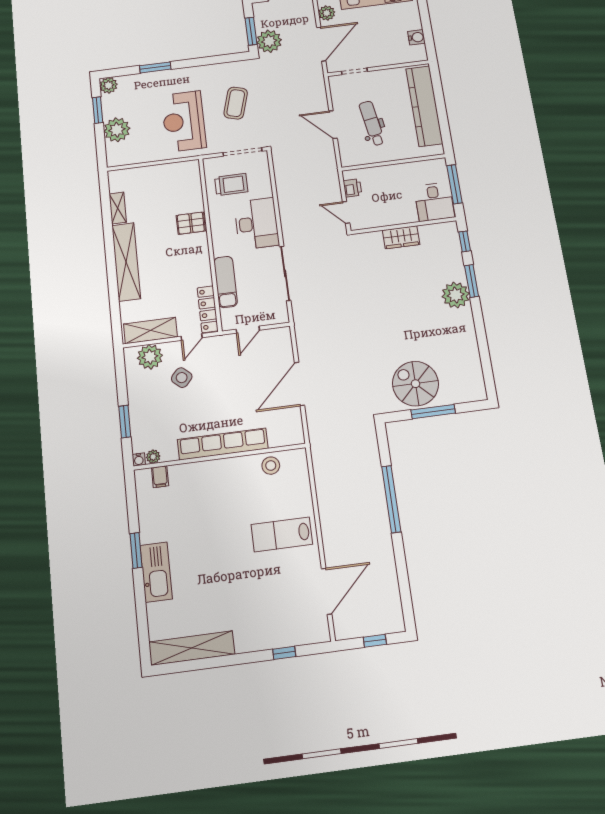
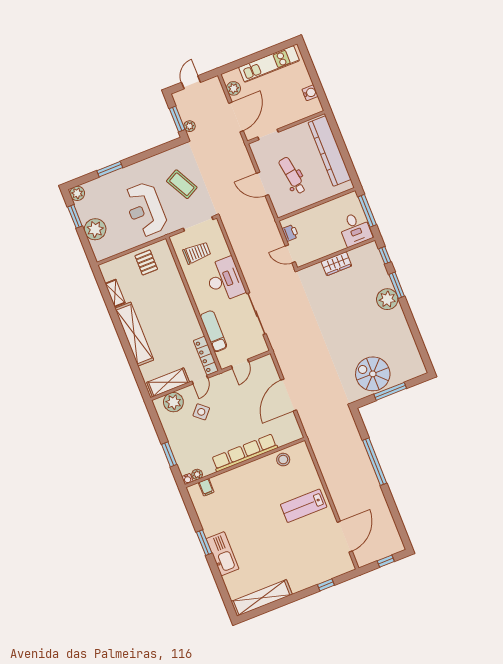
plant: (269, 41) -> (190, 126), width x0.53, depth x0.53
coffee table: (236, 103) -> (182, 184), turned -44
pallet: (191, 223) -> (146, 262), moved, turned 90

